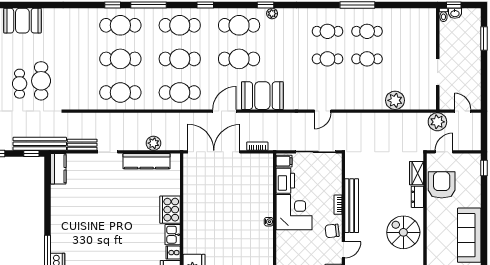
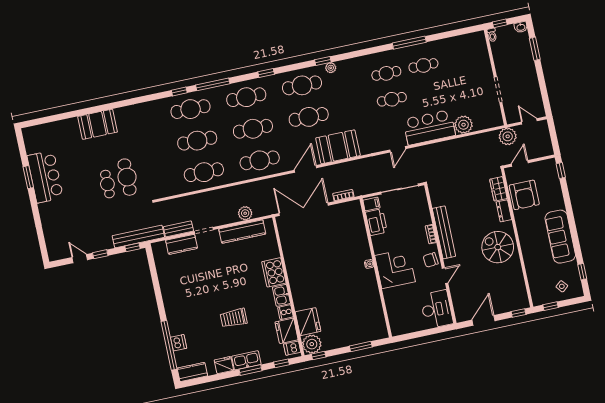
washbasin: (455, 13) -> (521, 27), moved
cafe table: (367, 59) -> (429, 91), removed
bar counter: (360, 96) -> (429, 127), added
kitchen counter: (58, 169) -> (182, 244), moved, turned 90
armchair: (442, 185) -> (524, 195), turned 180
corner desk: (294, 212) -> (395, 269), moved
trolley: (119, 247) -> (234, 318), added

